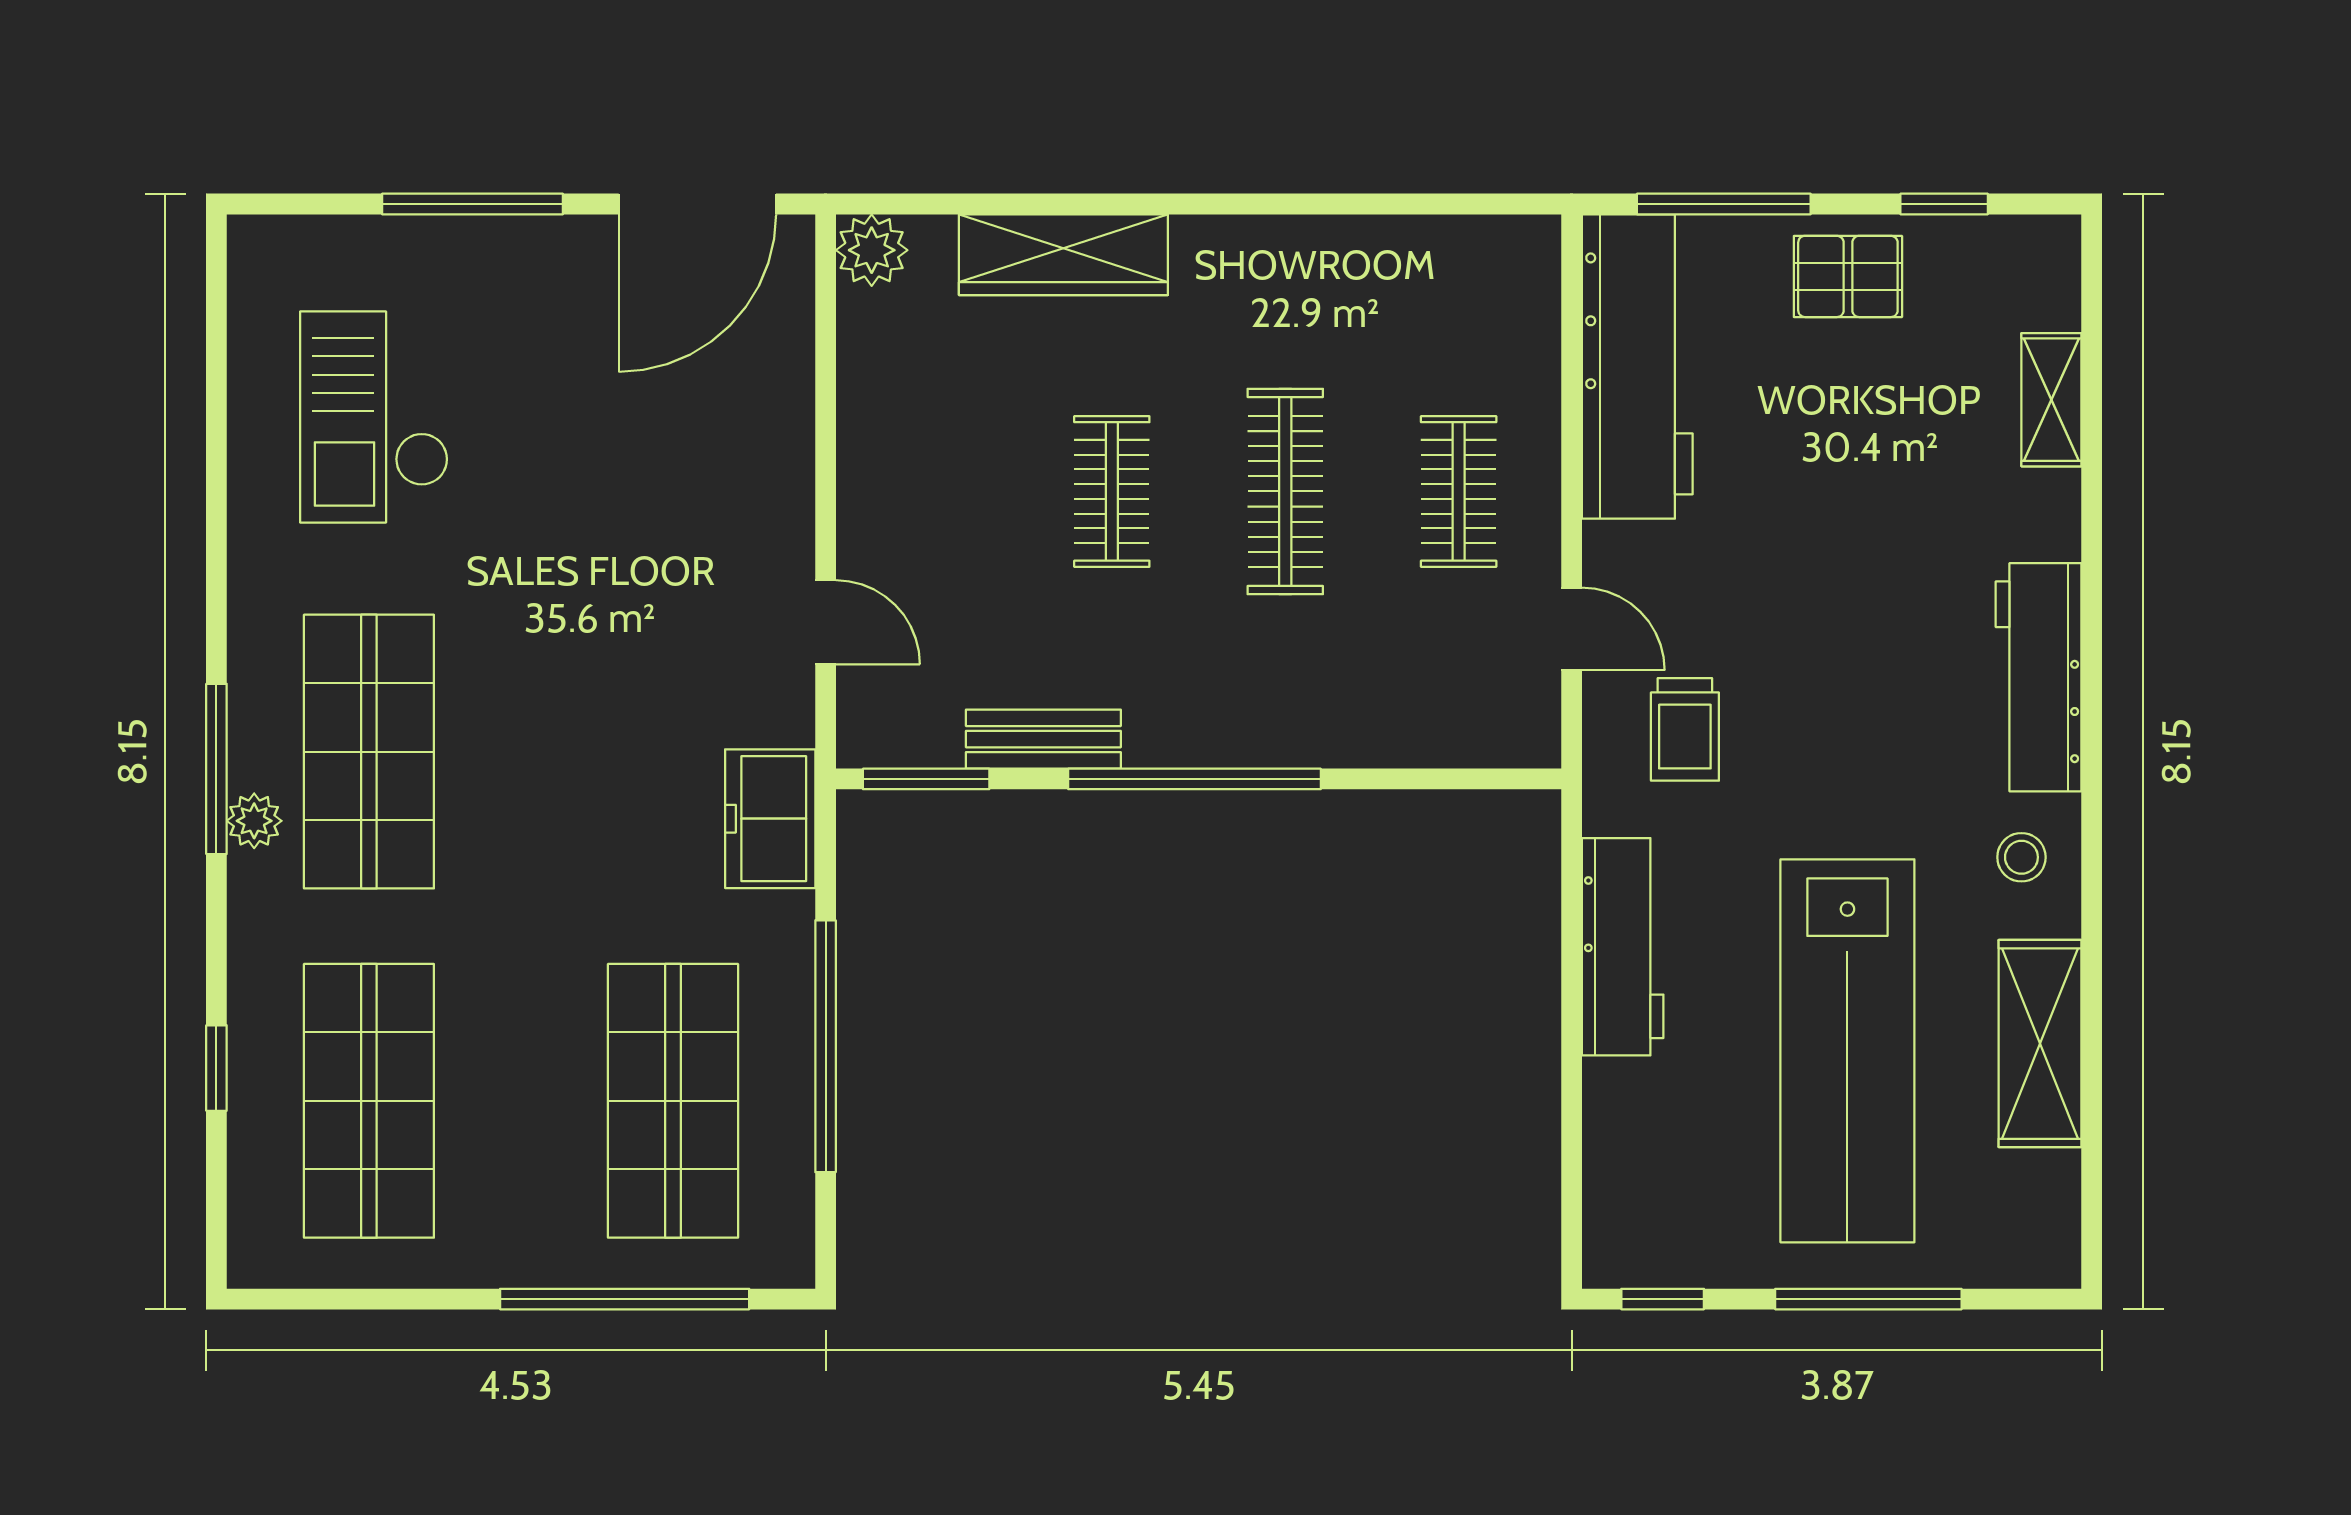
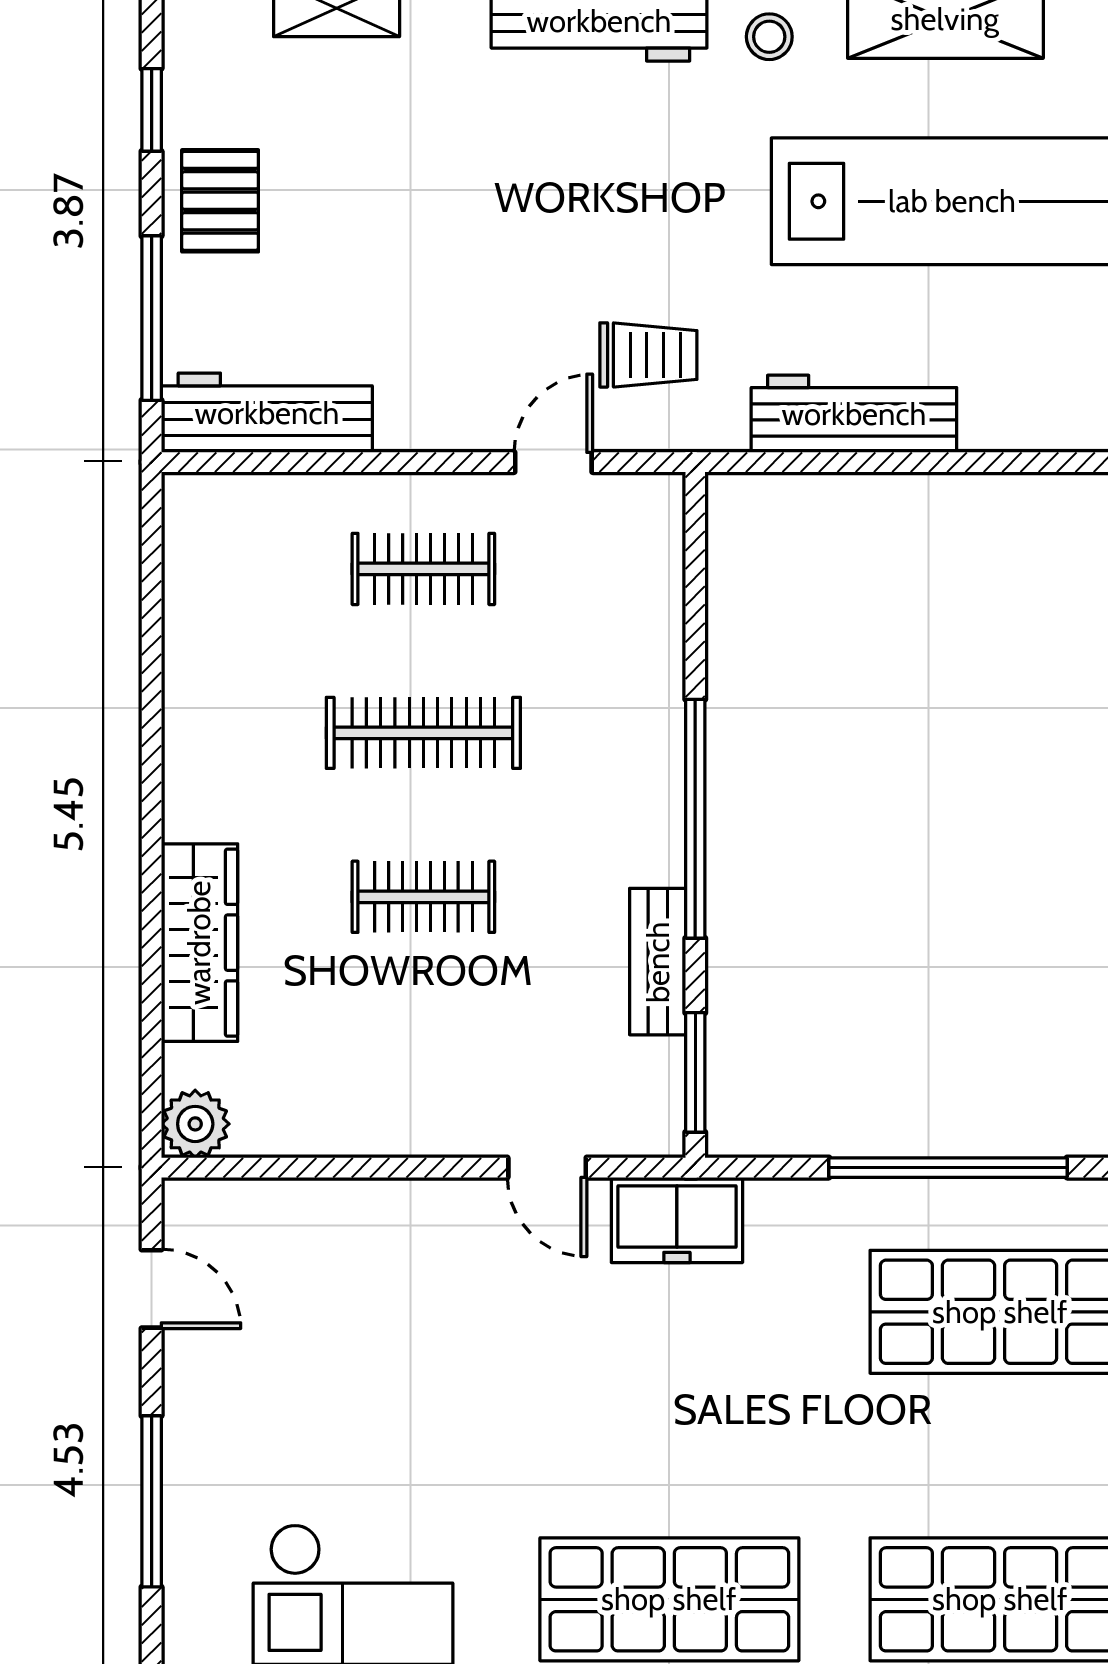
door: (697, 204) -> (152, 1289), width x0.53
workbench: (1637, 366) -> (267, 413), width x0.73, depth x0.76
door: (826, 622) -> (547, 1168), swing flipped
freezer: (770, 819) -> (677, 1220), moved

